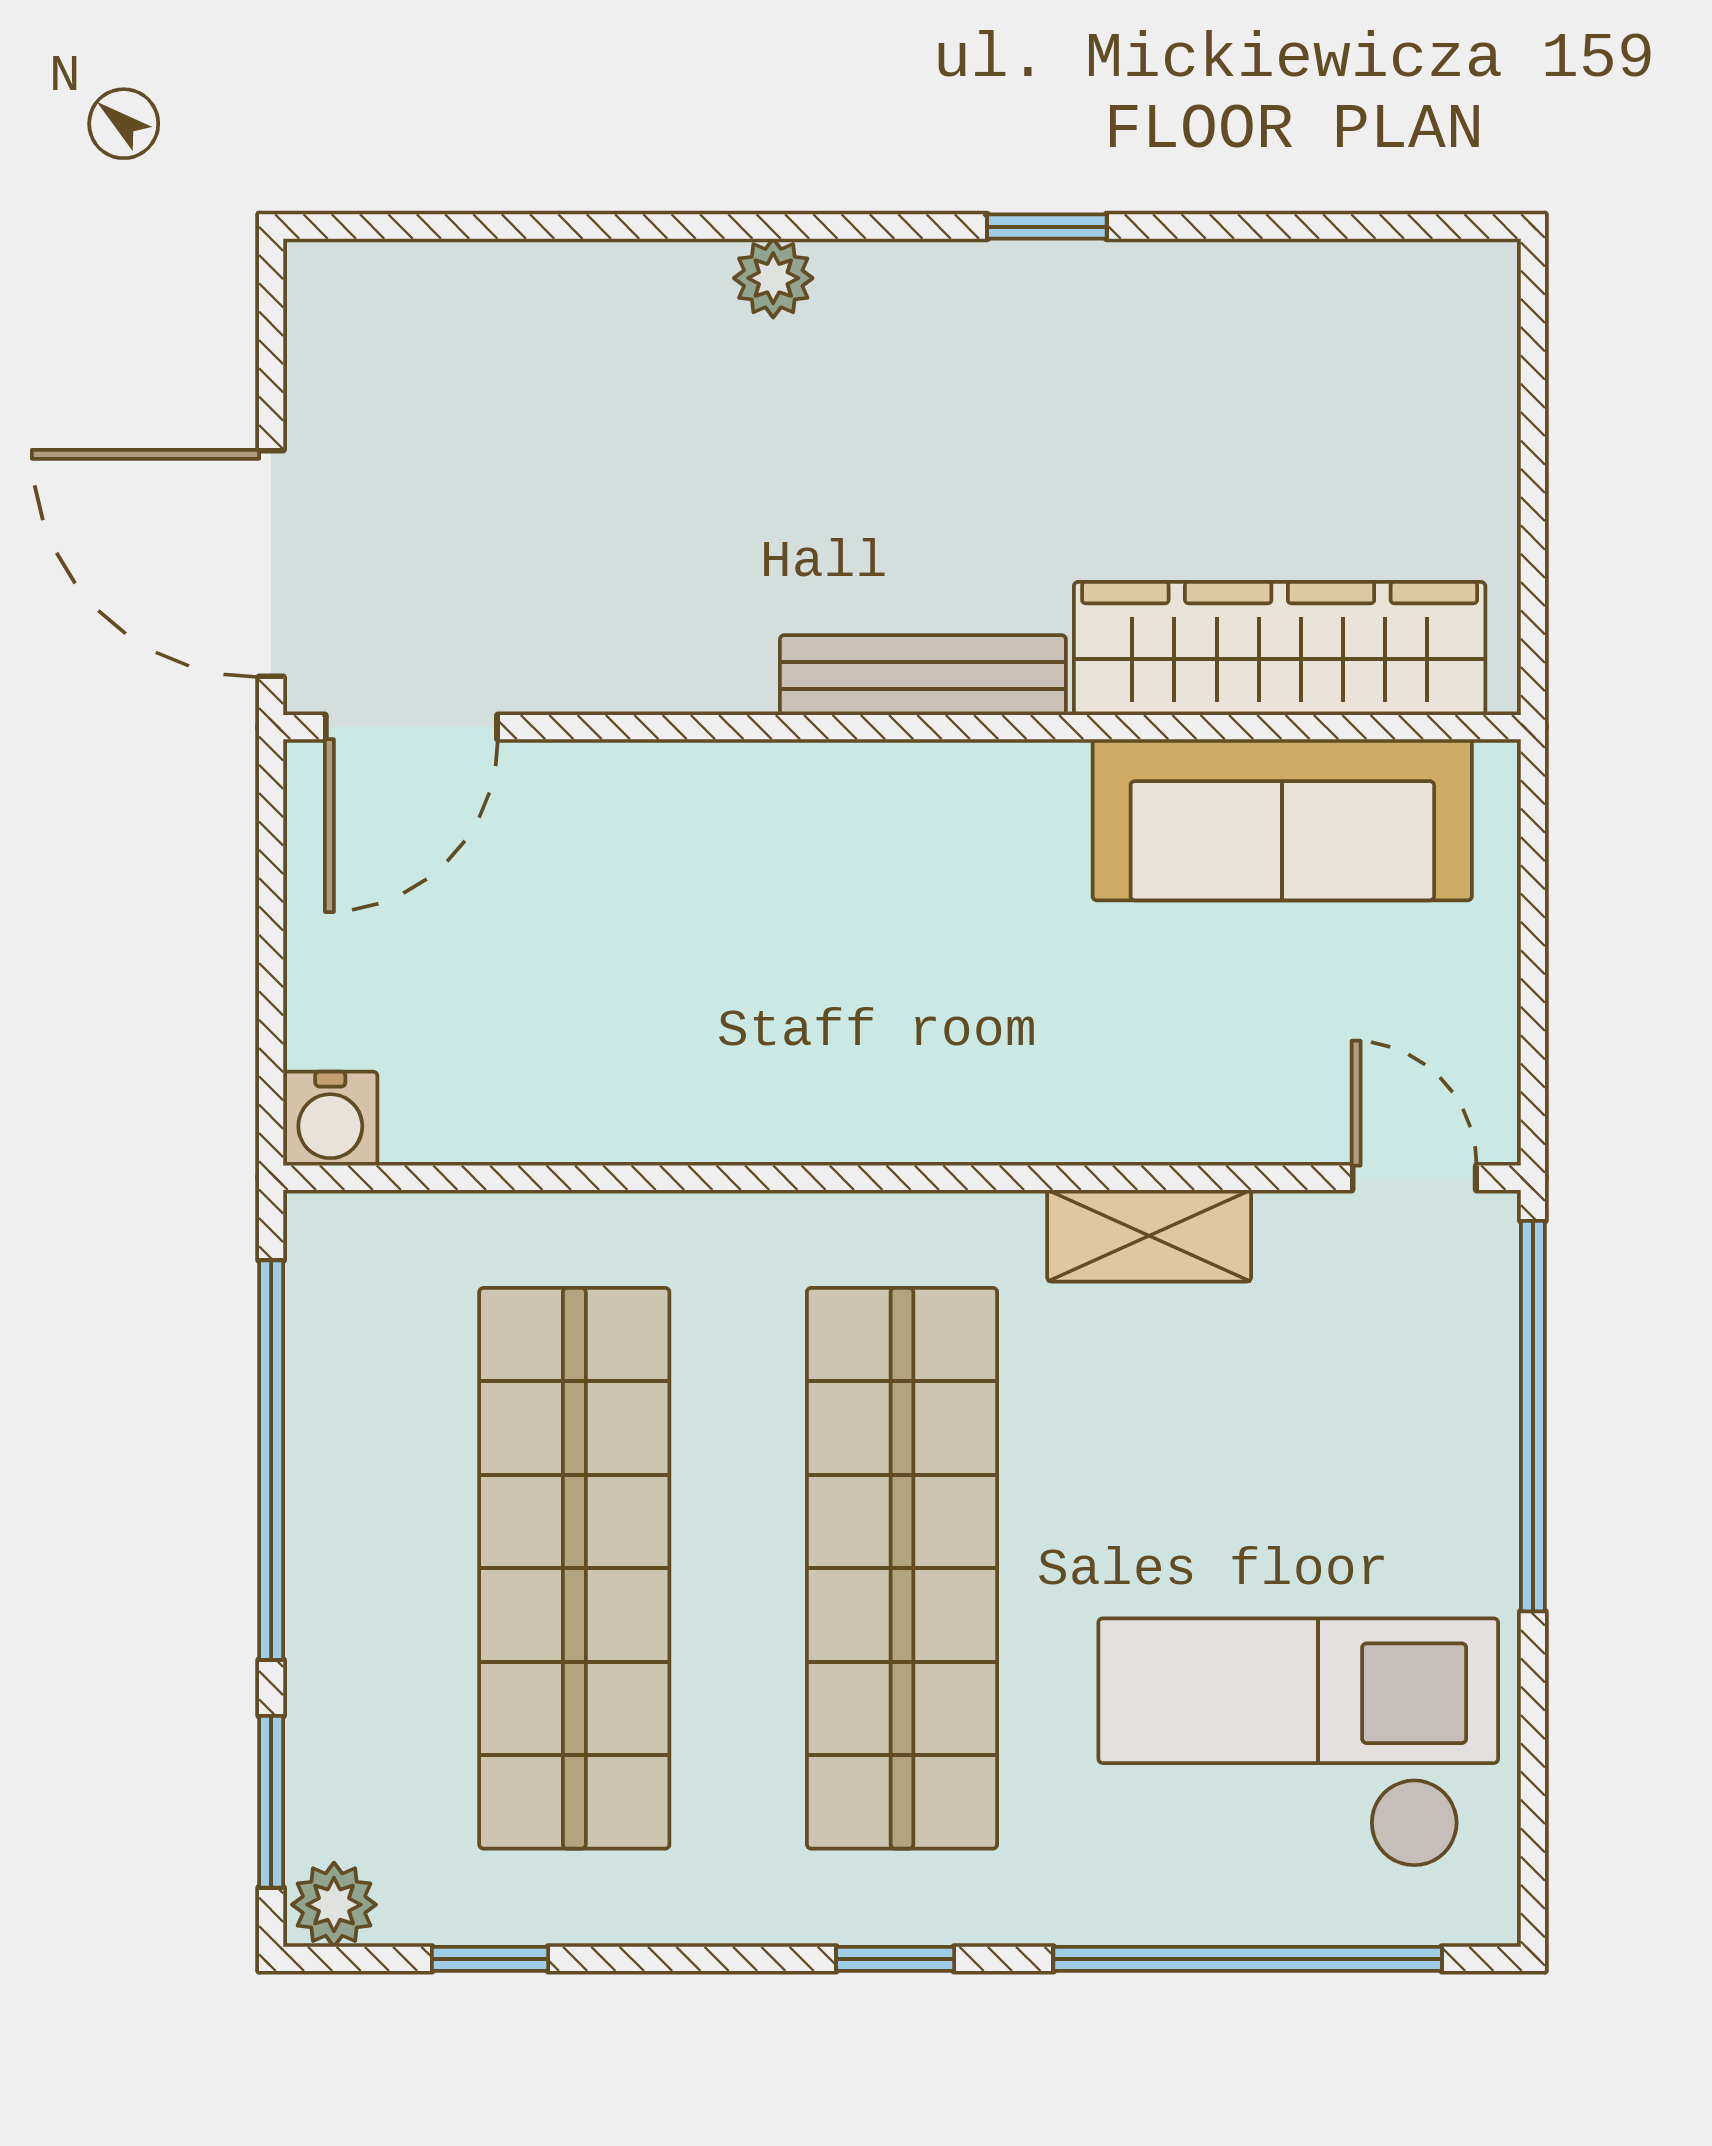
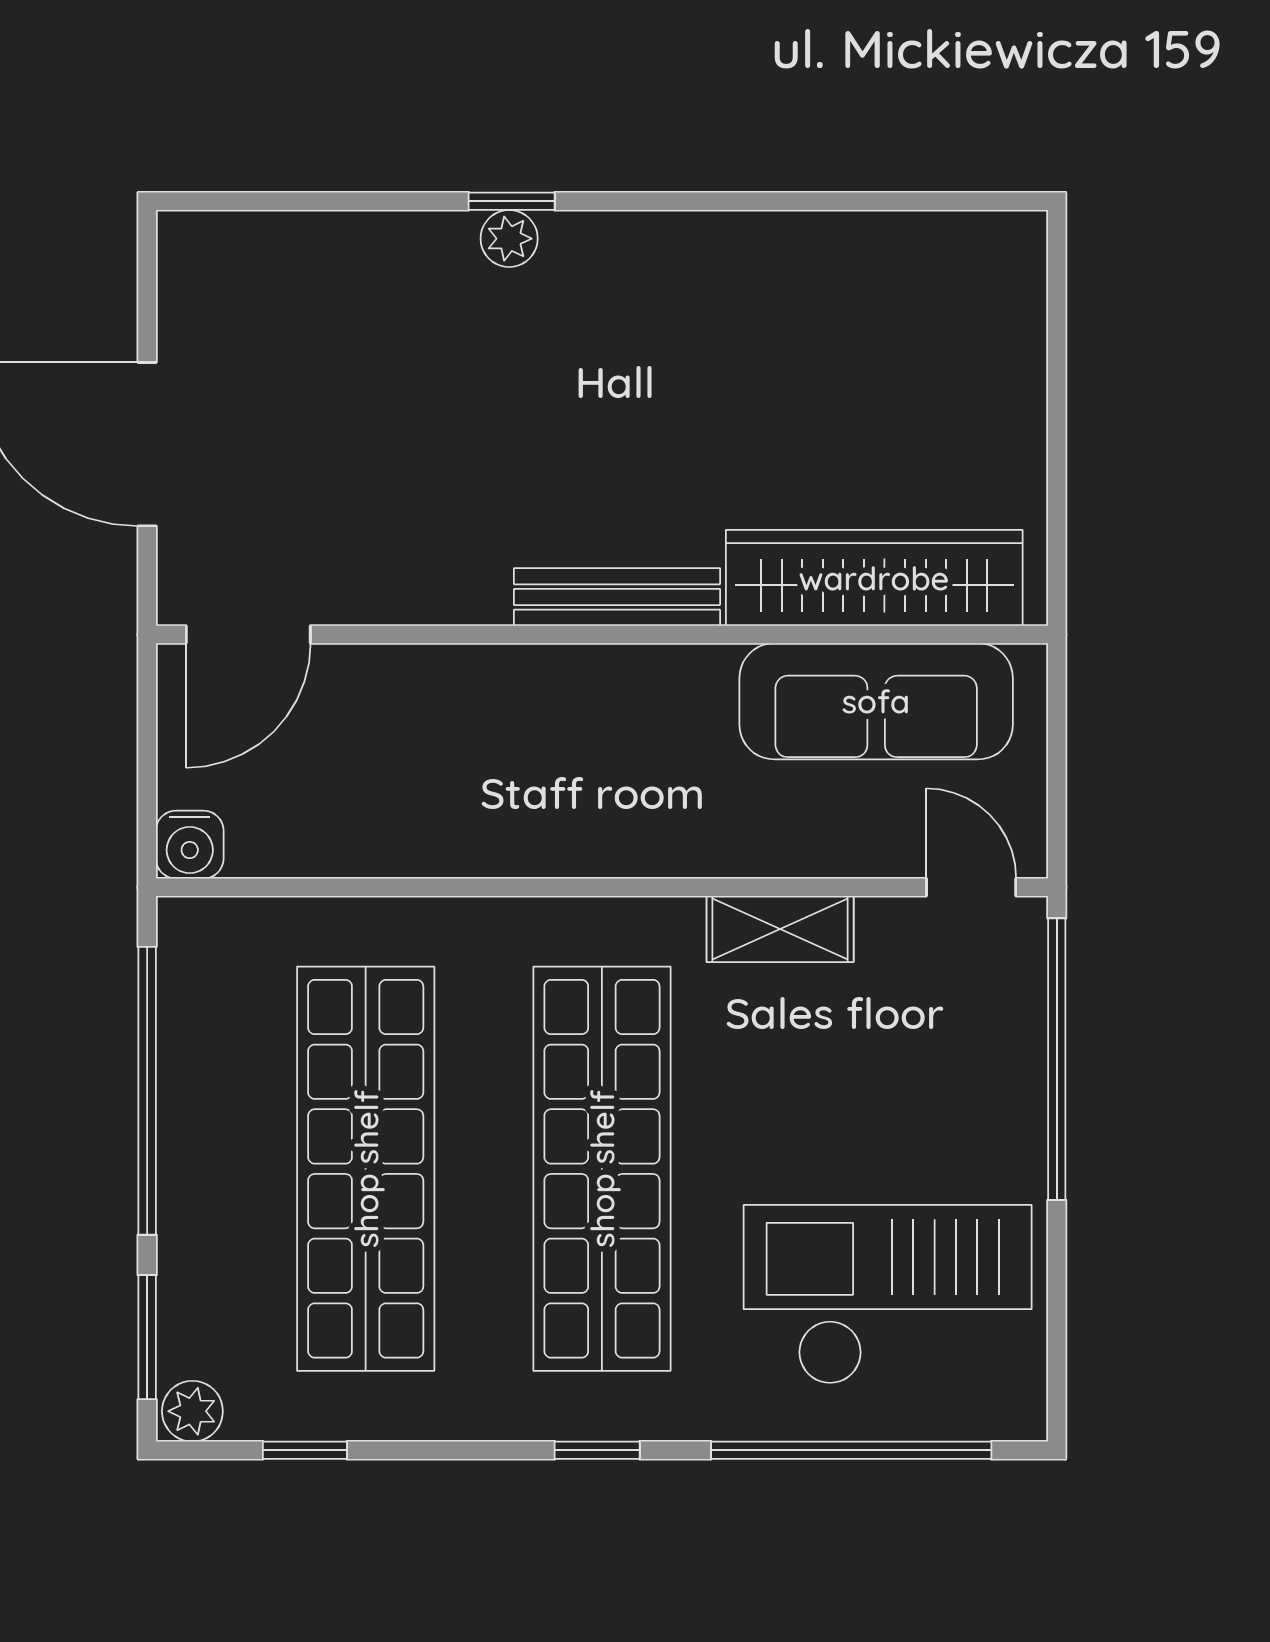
window: (1047, 227) -> (512, 201), moved
wardrobe: (1280, 649) -> (874, 578), moved
bench: (923, 675) -> (617, 597), moved
door: (411, 727) -> (248, 635), moved
wall: (902, 727) -> (602, 635), moved
sofa: (1282, 820) -> (876, 701), moved

